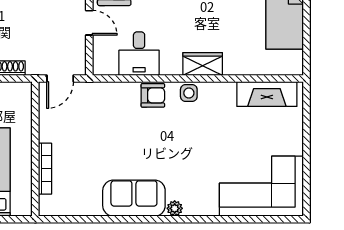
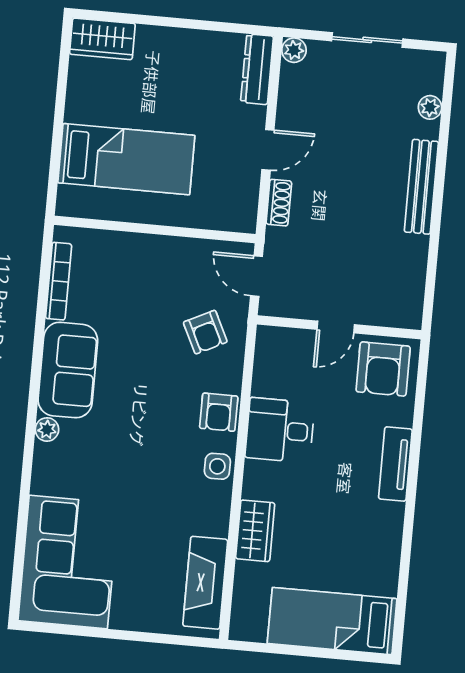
desk: (139, 54) -> (280, 430), moved
wardrobe: (203, 64) -> (255, 531), moved
armchair: (100, 109) -> (205, 332), added
bookcase: (45, 169) -> (59, 281), moved, turned -90

